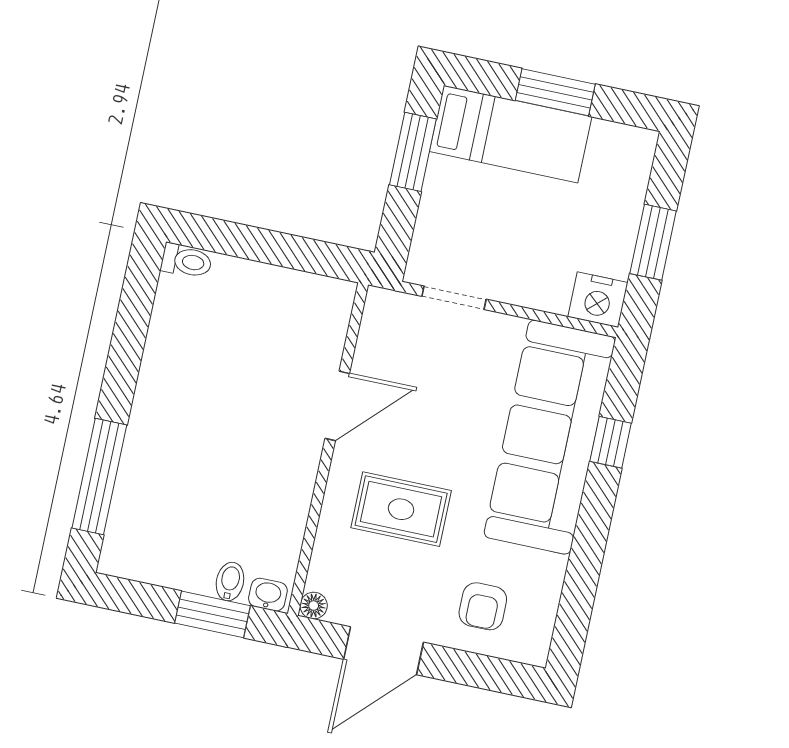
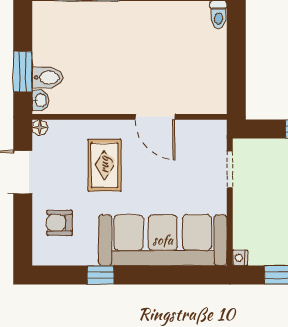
nightstand: (598, 300) -> (240, 258), width x0.53, depth x0.56
window: (611, 442) -> (101, 275), moved
bidet: (230, 582) -> (47, 78), width x1.38, depth x1.36

